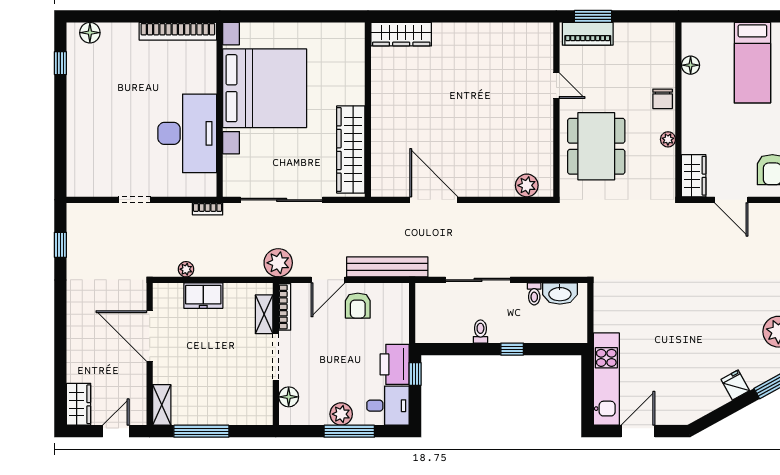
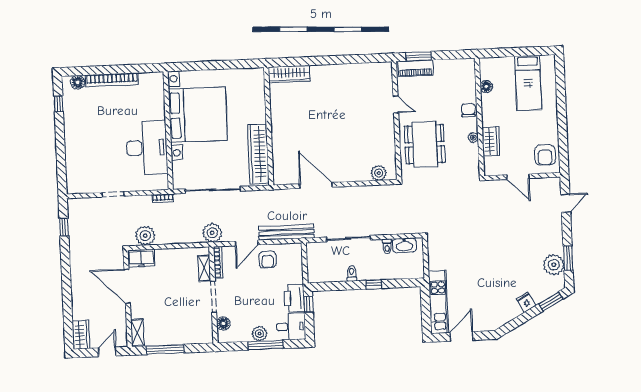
bookcase: (178, 31) -> (112, 80), moved
chair: (663, 99) -> (468, 110), turned 180
wardrobe: (694, 176) -> (491, 141), moved
plant: (186, 269) -> (145, 236), width x1.88, depth x1.88
freezer: (203, 296) -> (141, 258), moved

